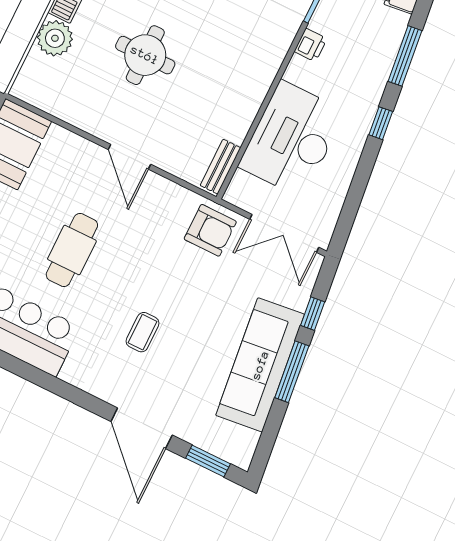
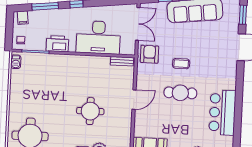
printer: (311, 45) -> (57, 44), width x1.87, depth x1.48
cafe table: (72, 250) -> (180, 93), moved
coffee table: (143, 332) -> (181, 64), moved

